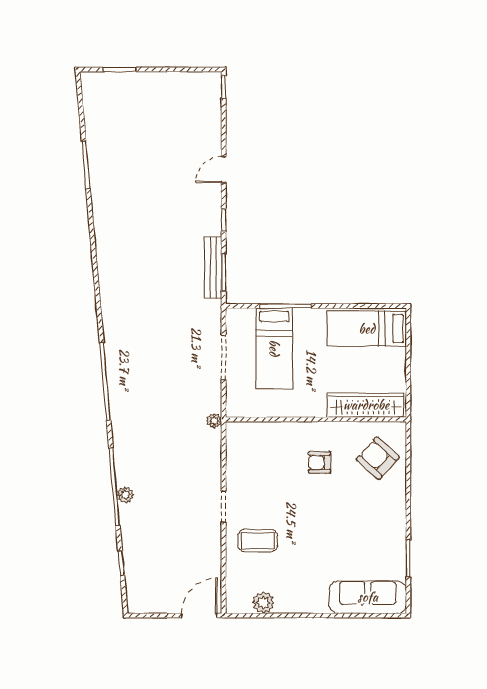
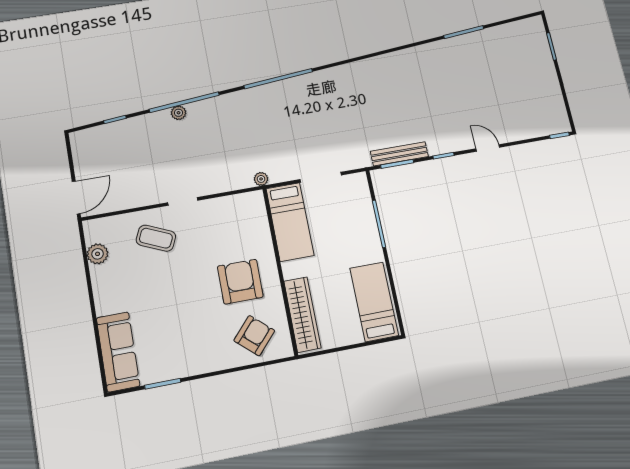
bed: (274, 348) -> (290, 222), moved, turned -90
armchair: (320, 462) -> (240, 282), width x1.88, depth x1.88
coffee table: (258, 541) -> (156, 238), turned -66
door: (199, 616) -> (76, 197), hinge flipped

